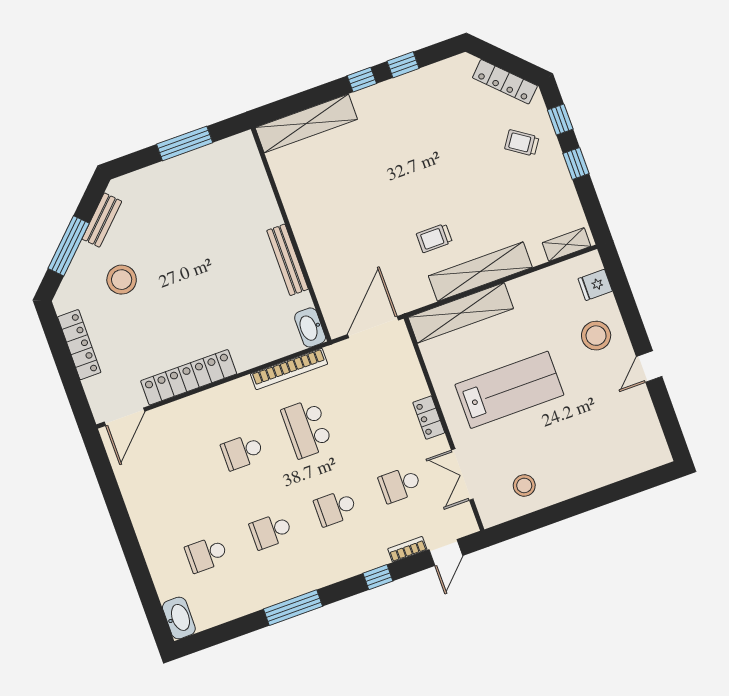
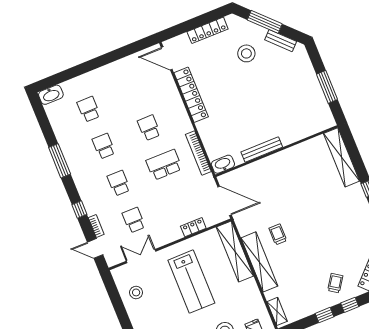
locker: (429, 418) -> (193, 227), moved

